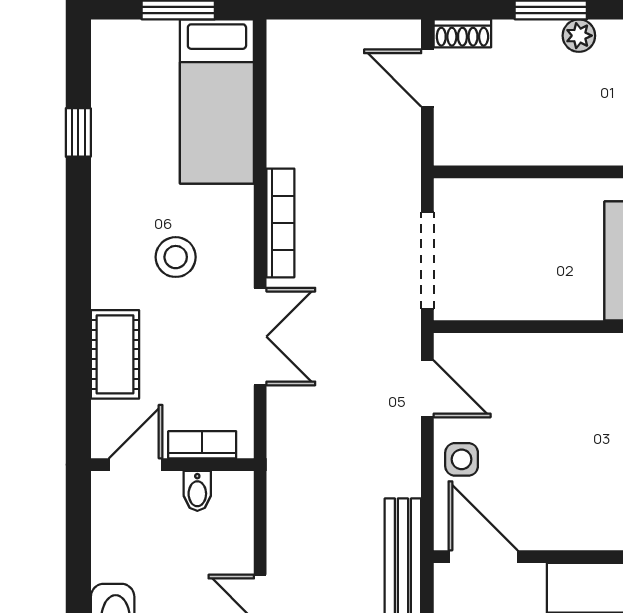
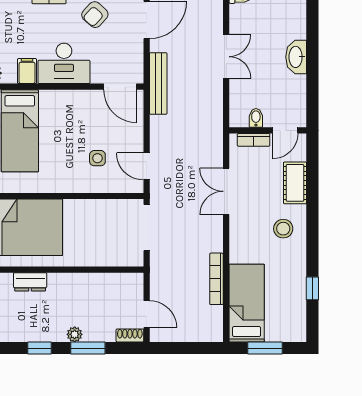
bookcase: (280, 223) -> (216, 279), moved
stool: (176, 257) -> (283, 229), moved
side table: (462, 459) -> (97, 158), moved

